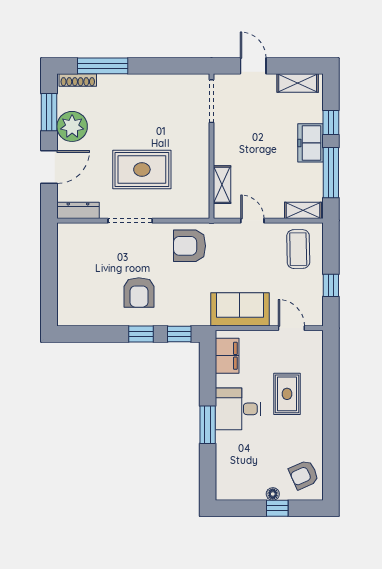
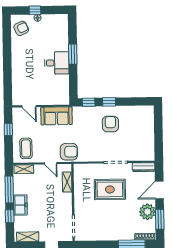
armchair: (190, 246) -> (69, 152), moved
filing cabinet: (227, 356) -> (63, 91), removed
rug: (287, 394) -> (31, 71), removed

